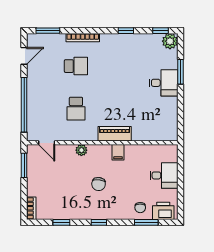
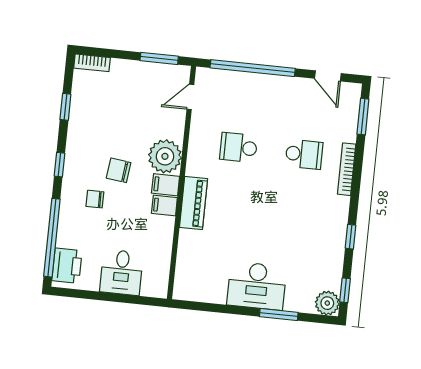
school desk: (76, 66) -> (304, 154), turned -90
desk: (164, 83) -> (257, 286), width x1.37
plant: (81, 150) -> (165, 156), width x1.88, depth x1.88
filing cabinet: (105, 153) -> (166, 185), added
chair: (140, 208) -> (95, 199), moved
window: (146, 222) -> (52, 238), width x2.11

